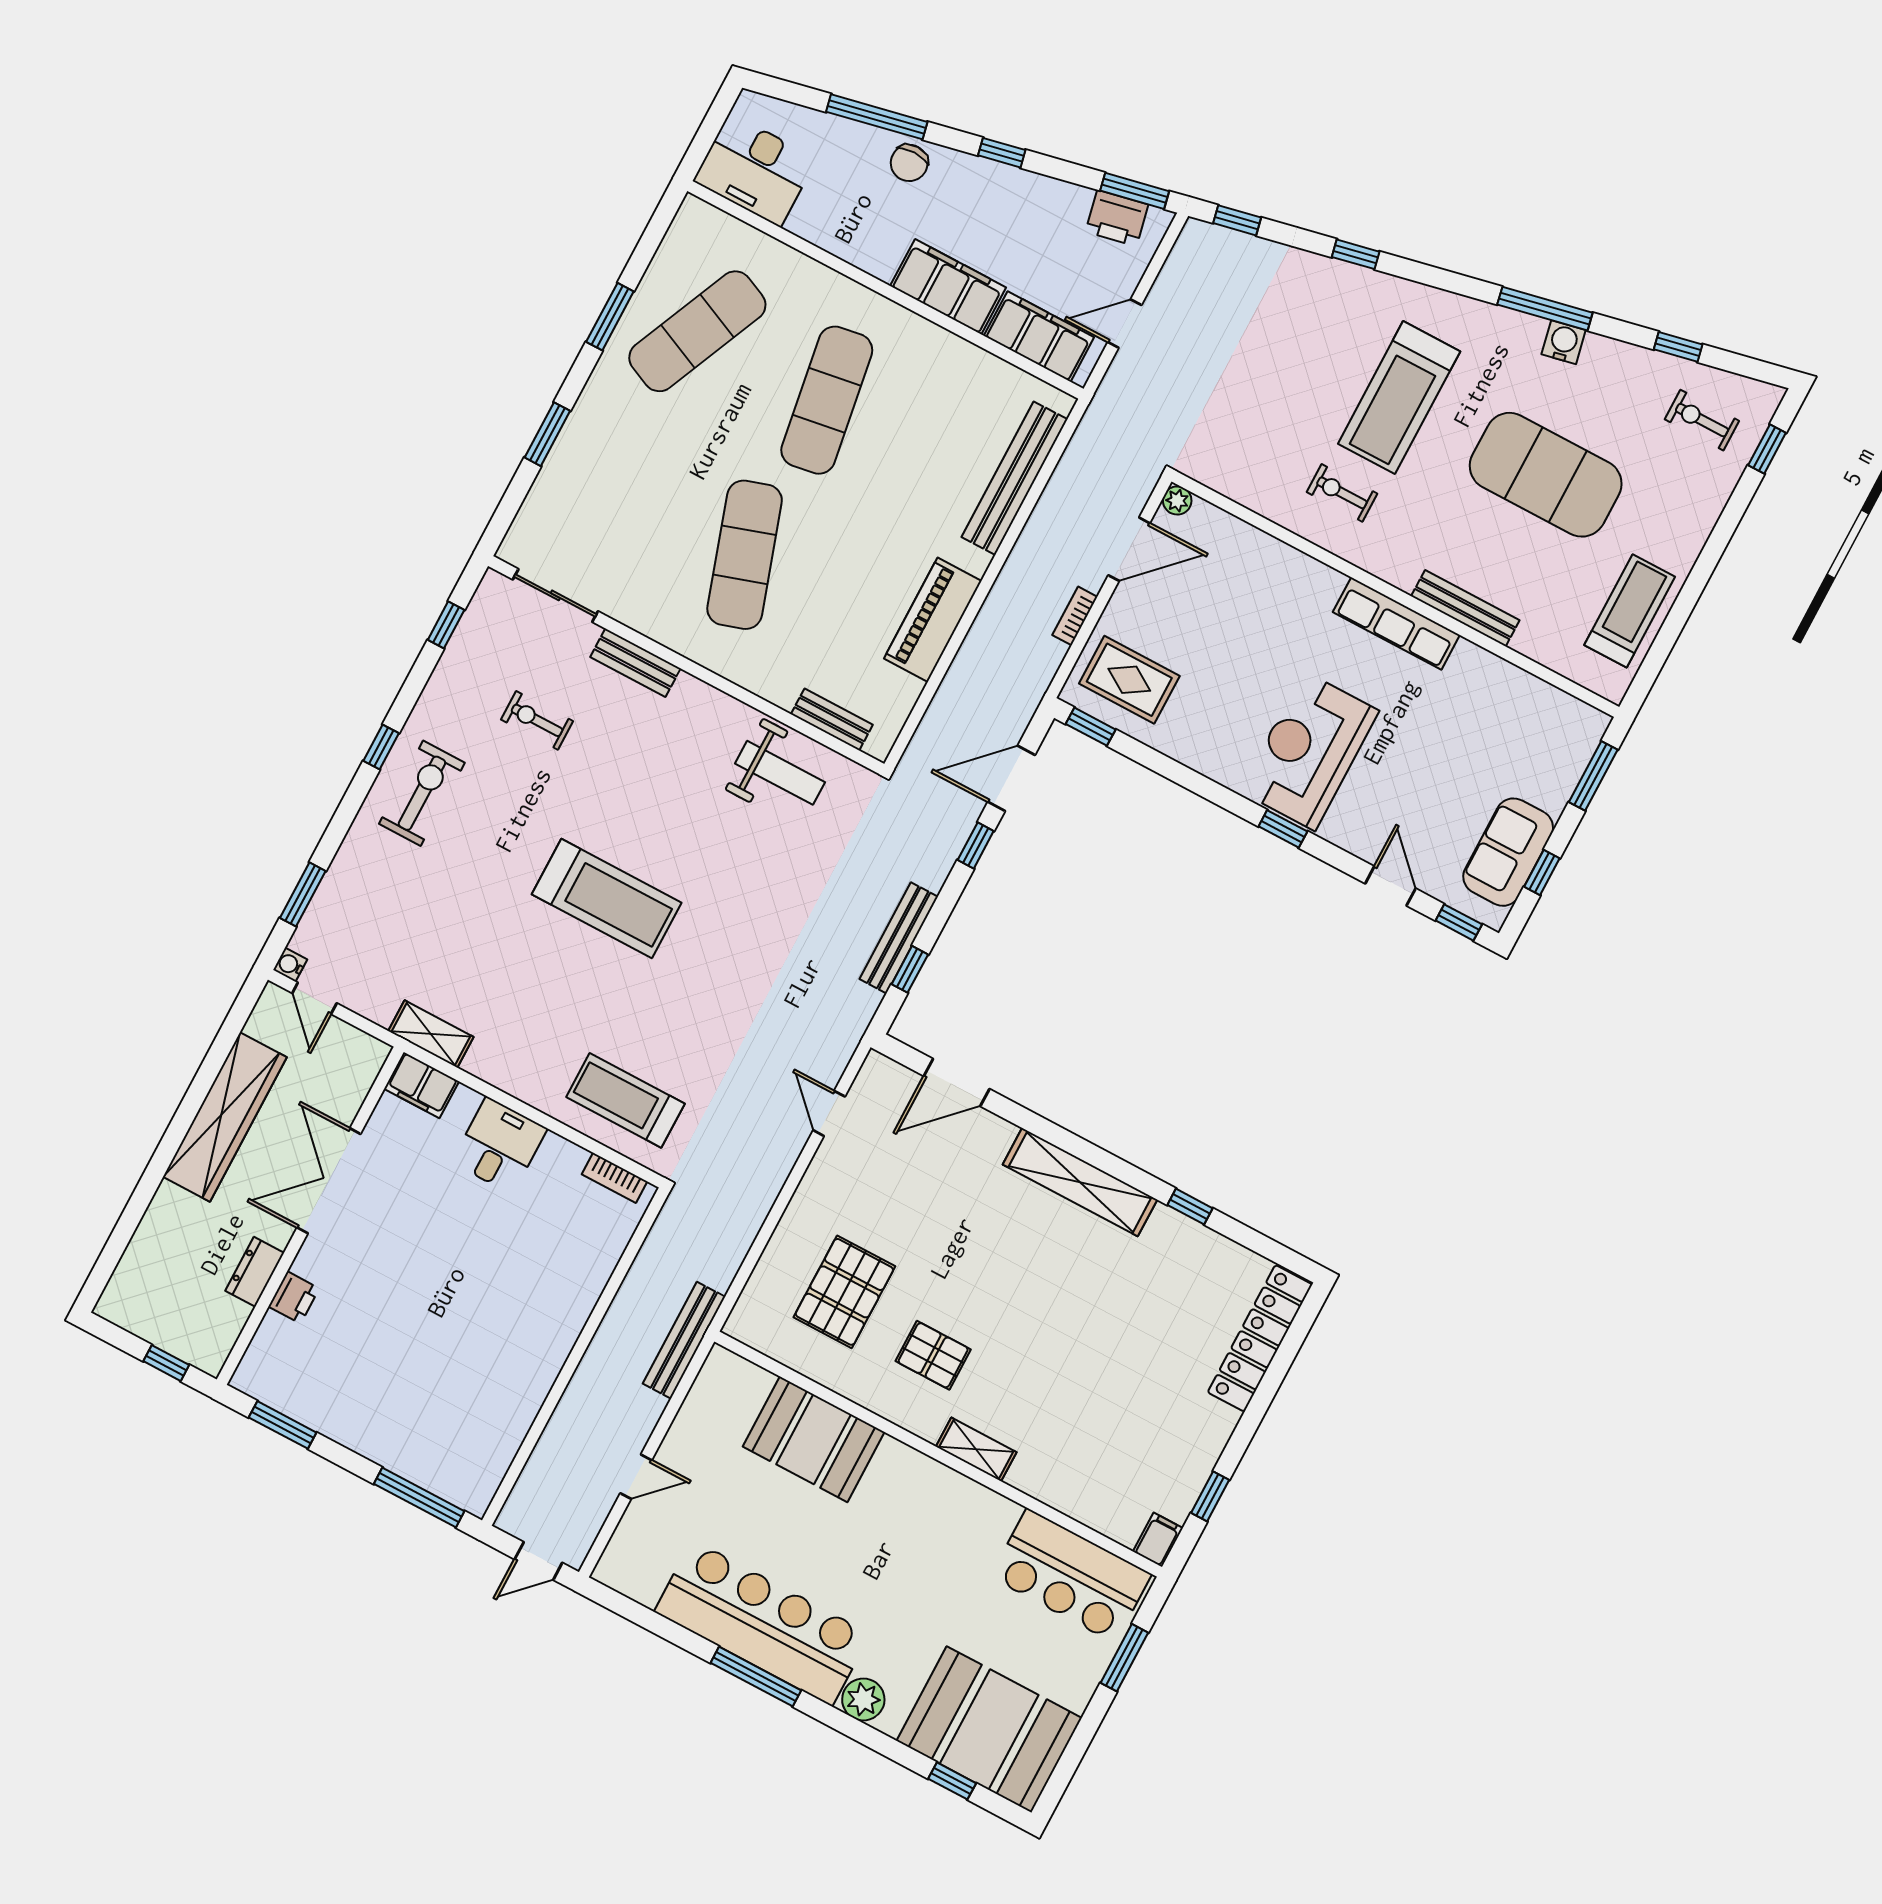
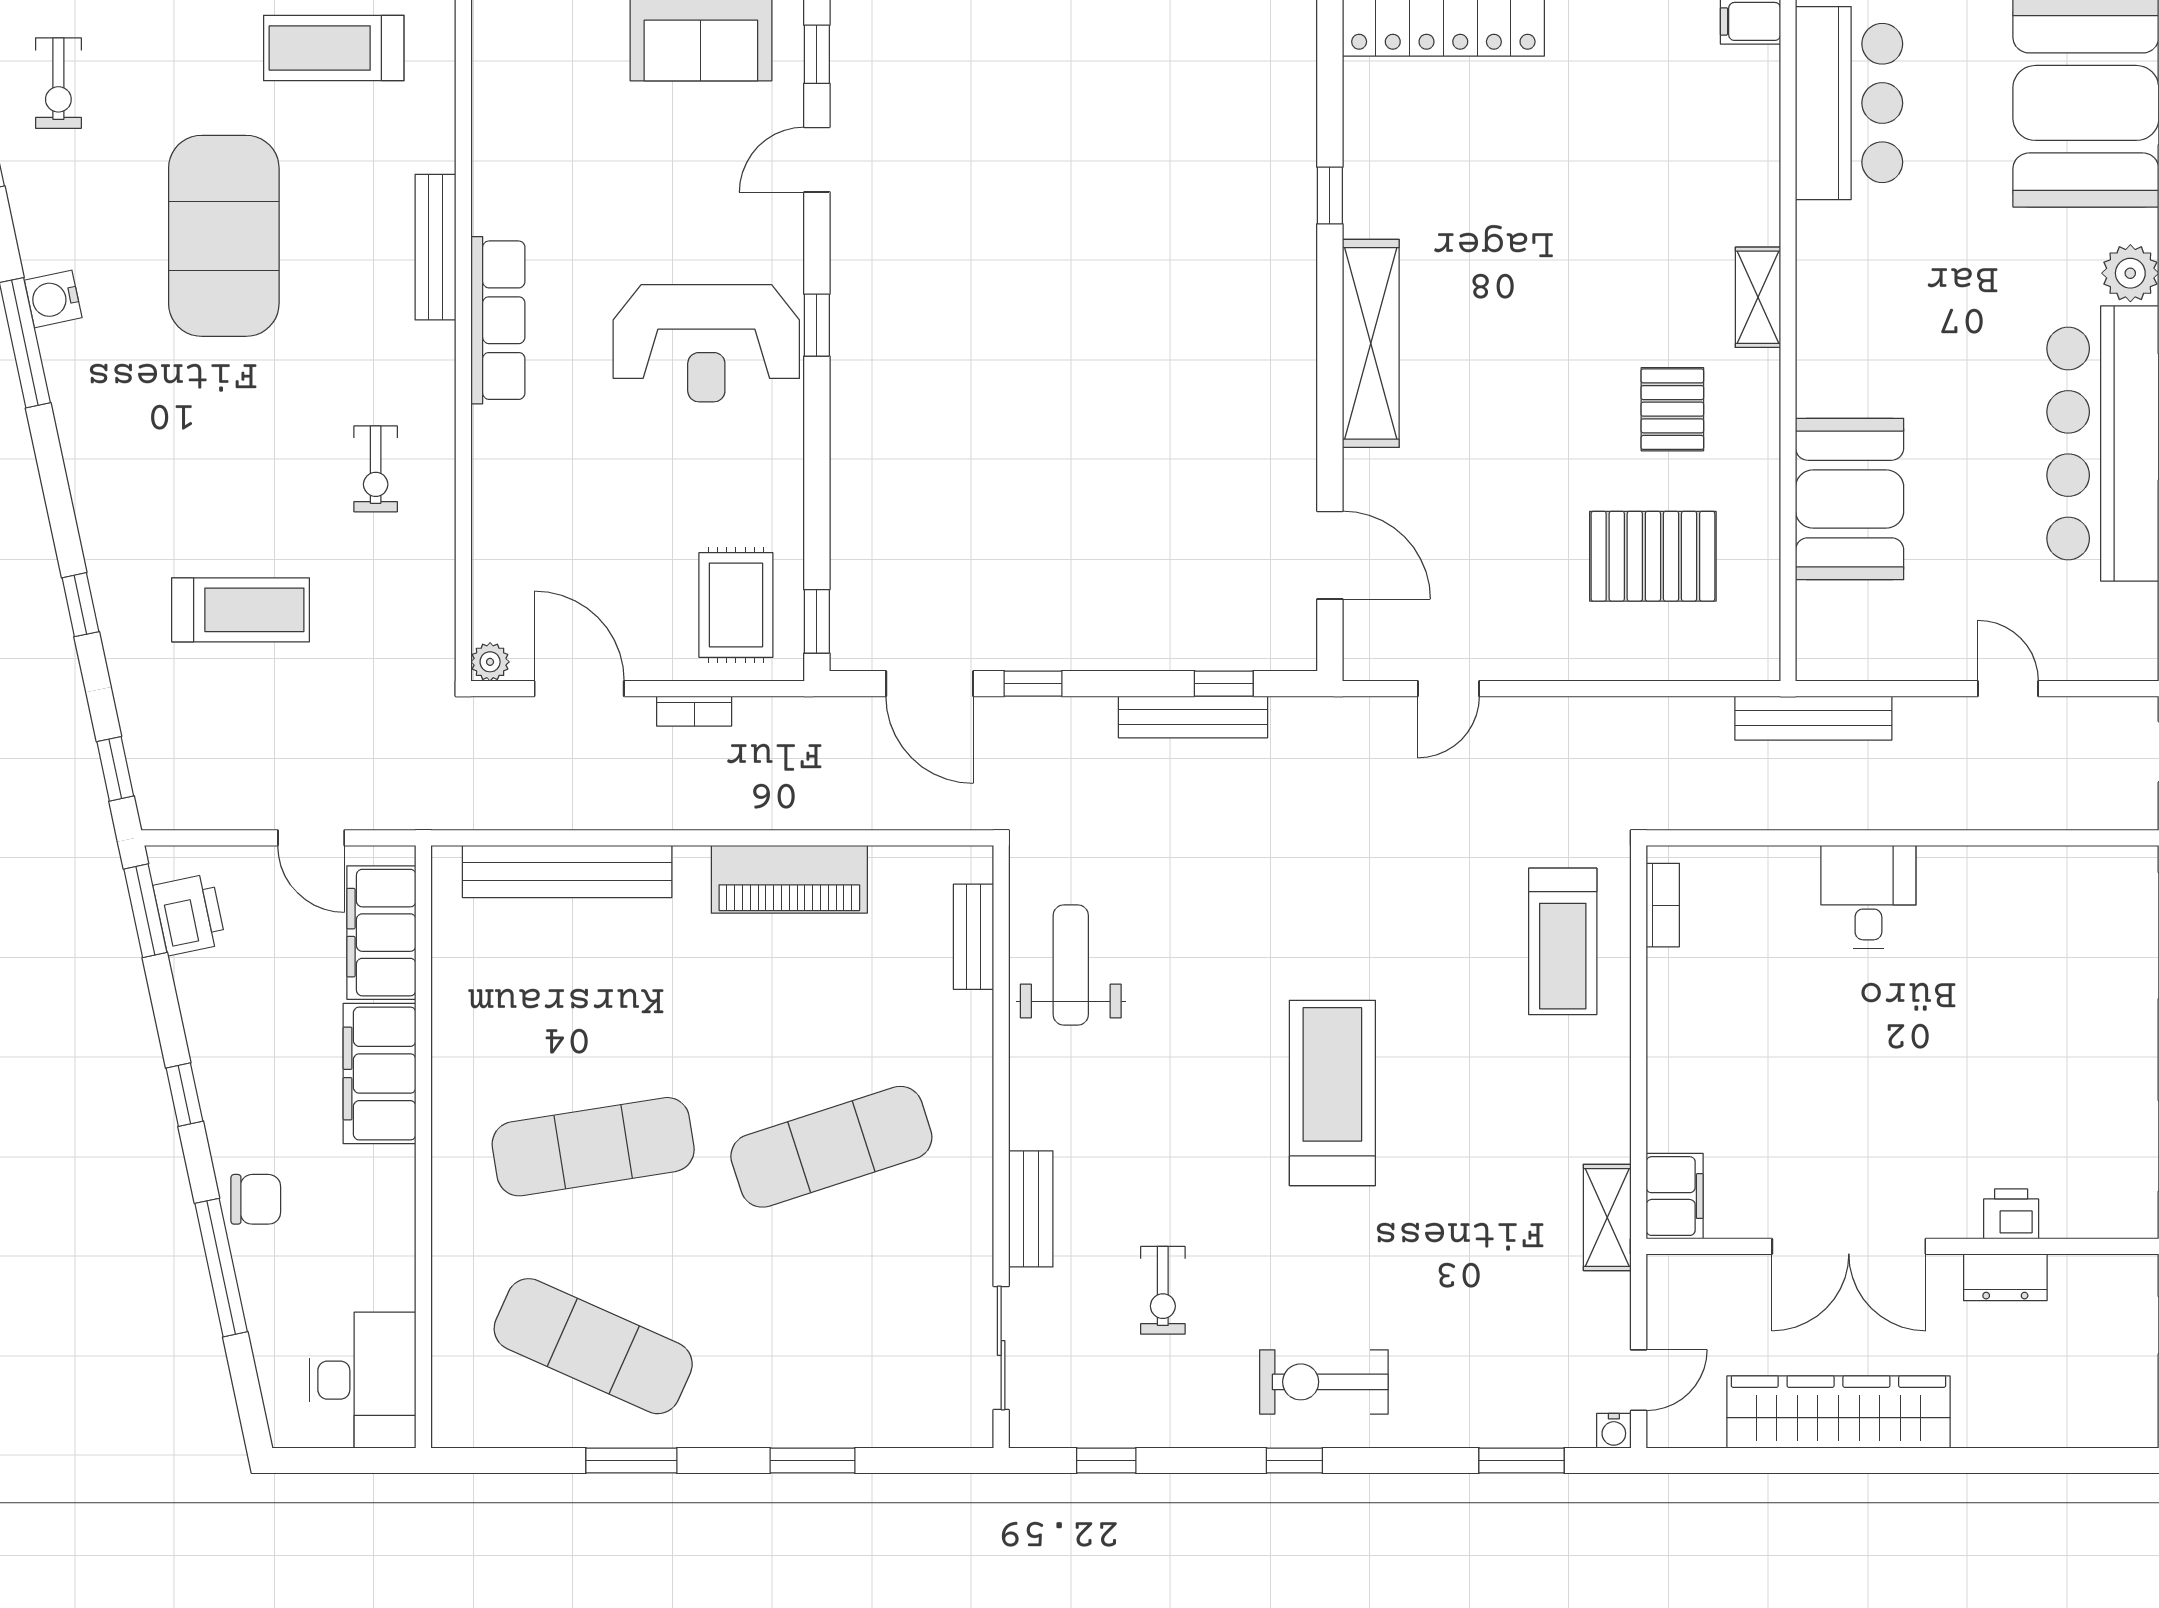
treadmill: (1399, 398) -> (241, 610), moved, width x0.73, depth x0.73
desk: (499, 1145) -> (1868, 897), moved, turned 90

